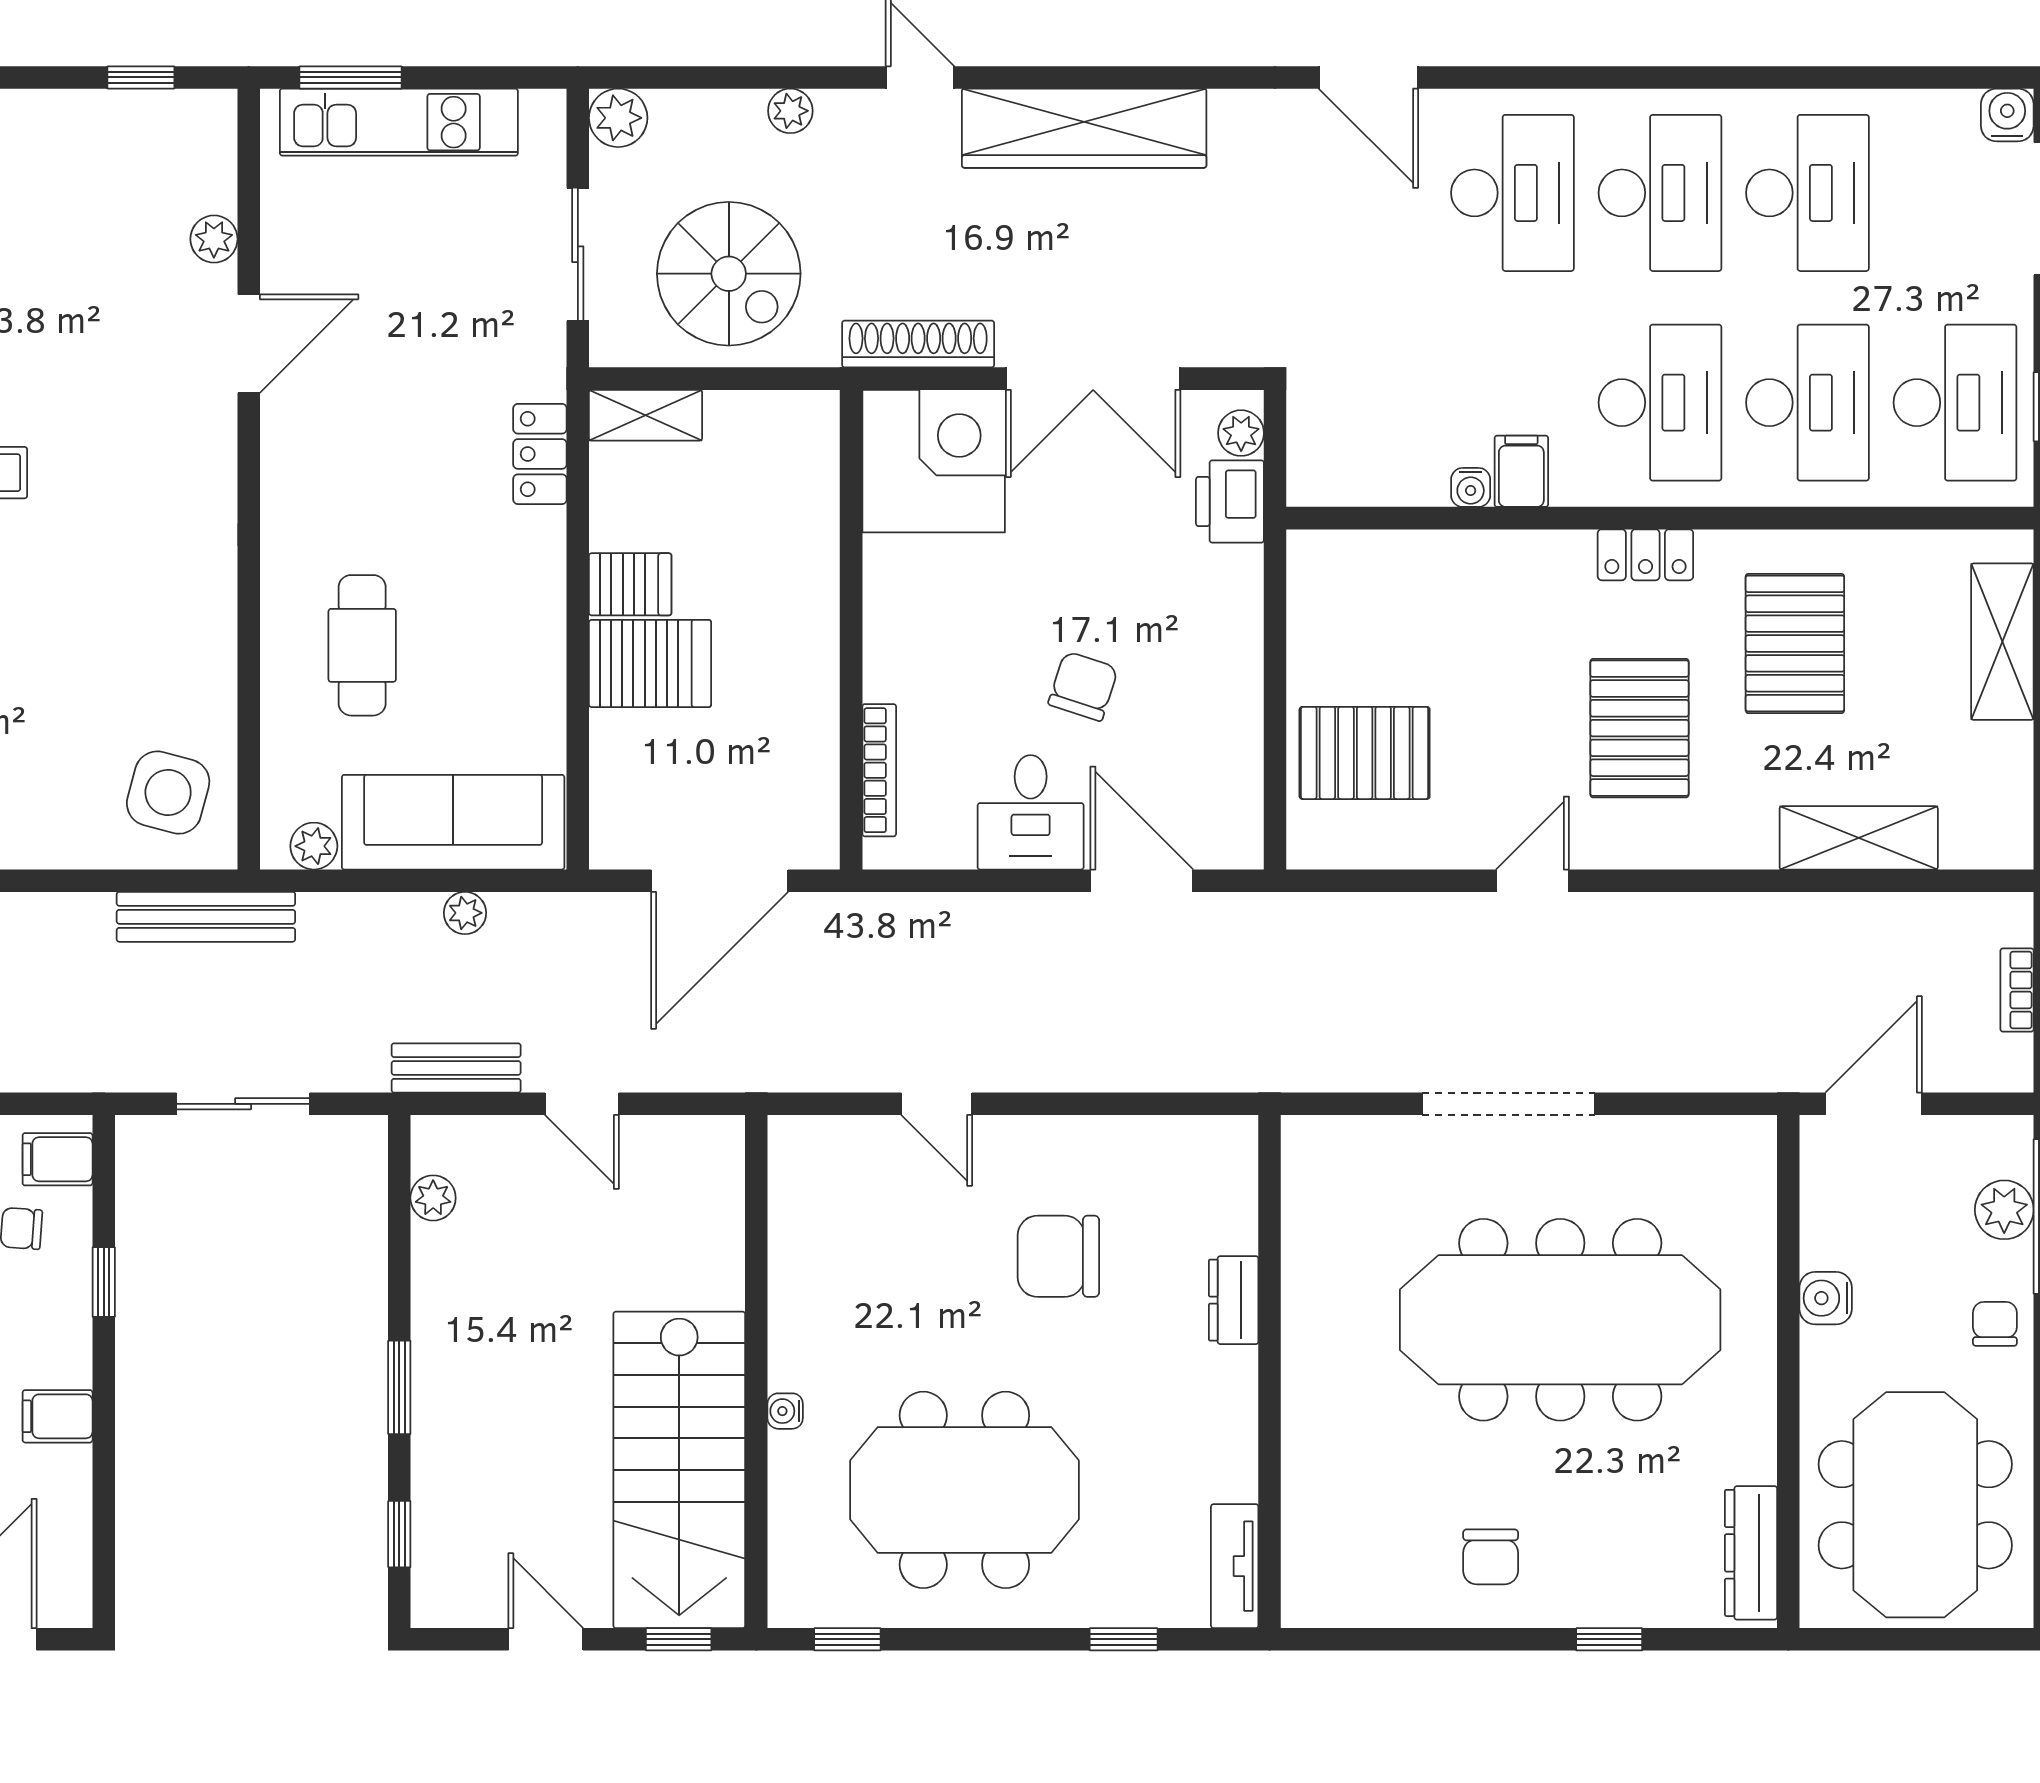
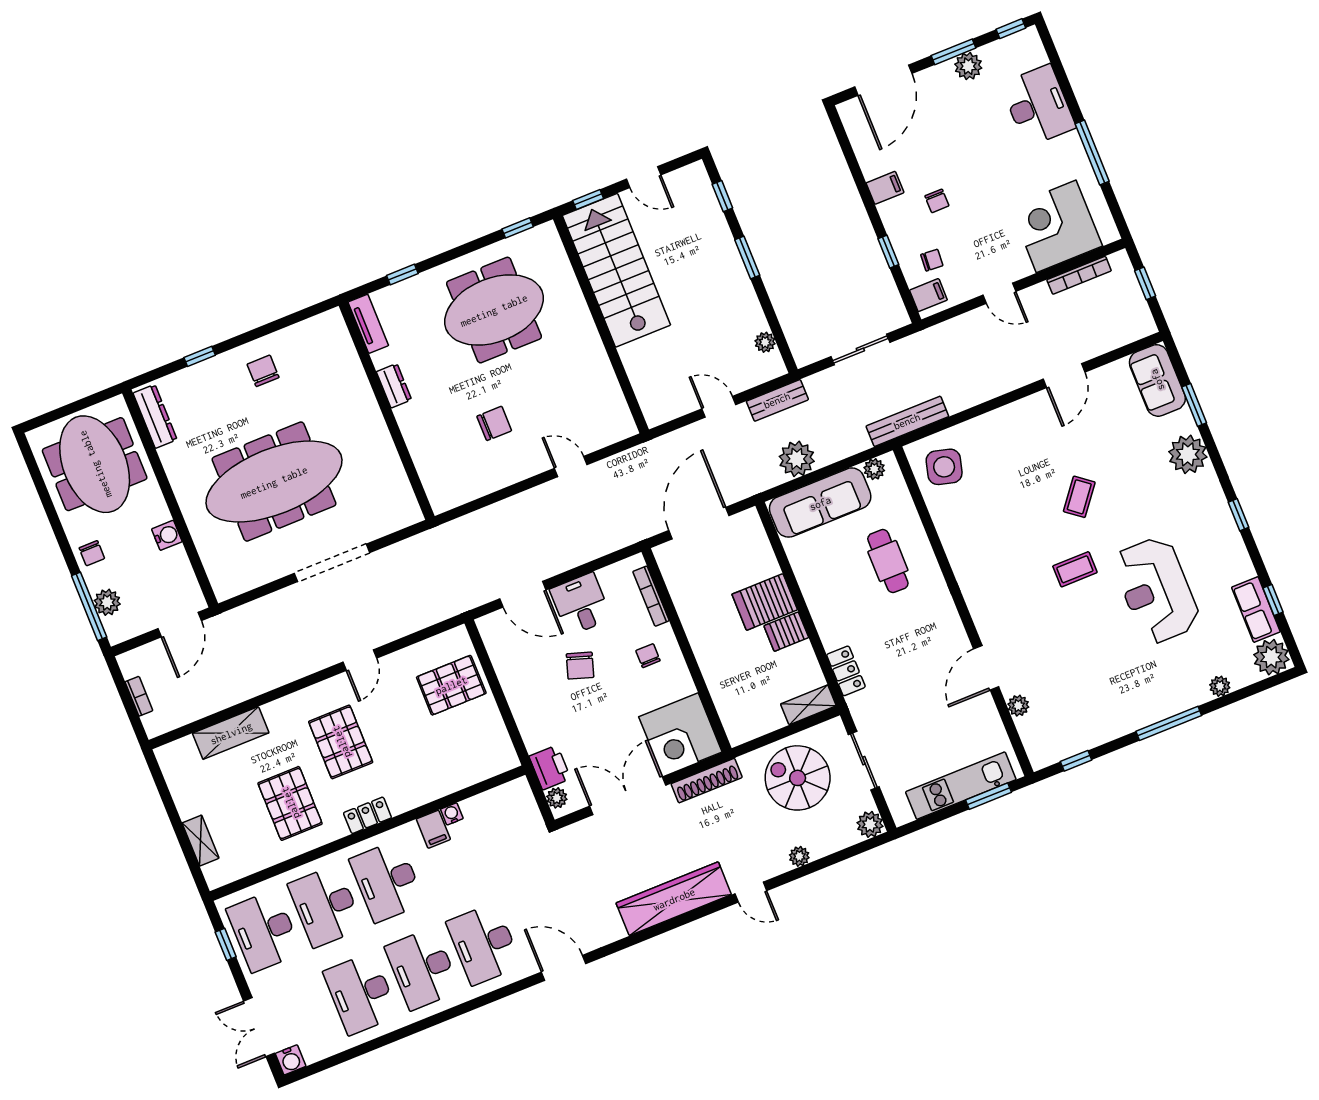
shelving: (2002, 642) -> (201, 841), width x0.67, depth x0.75
chair: (935, 650) -> (648, 656), added
plant: (465, 913) -> (797, 459), width x1.88, depth x1.88
chair: (1058, 1256) -> (494, 423), width x0.73, depth x0.73
dresser: (1234, 1300) -> (394, 386), moved
water cooler: (785, 1411) -> (582, 313), removed

